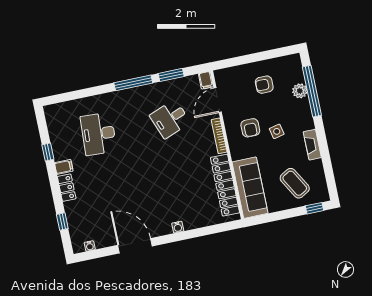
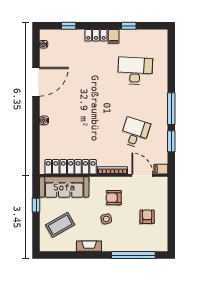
plant: (300, 91) -> (136, 245), removed
desk: (170, 119) -> (135, 133), turned 39
window: (315, 208) -> (36, 205), moved

